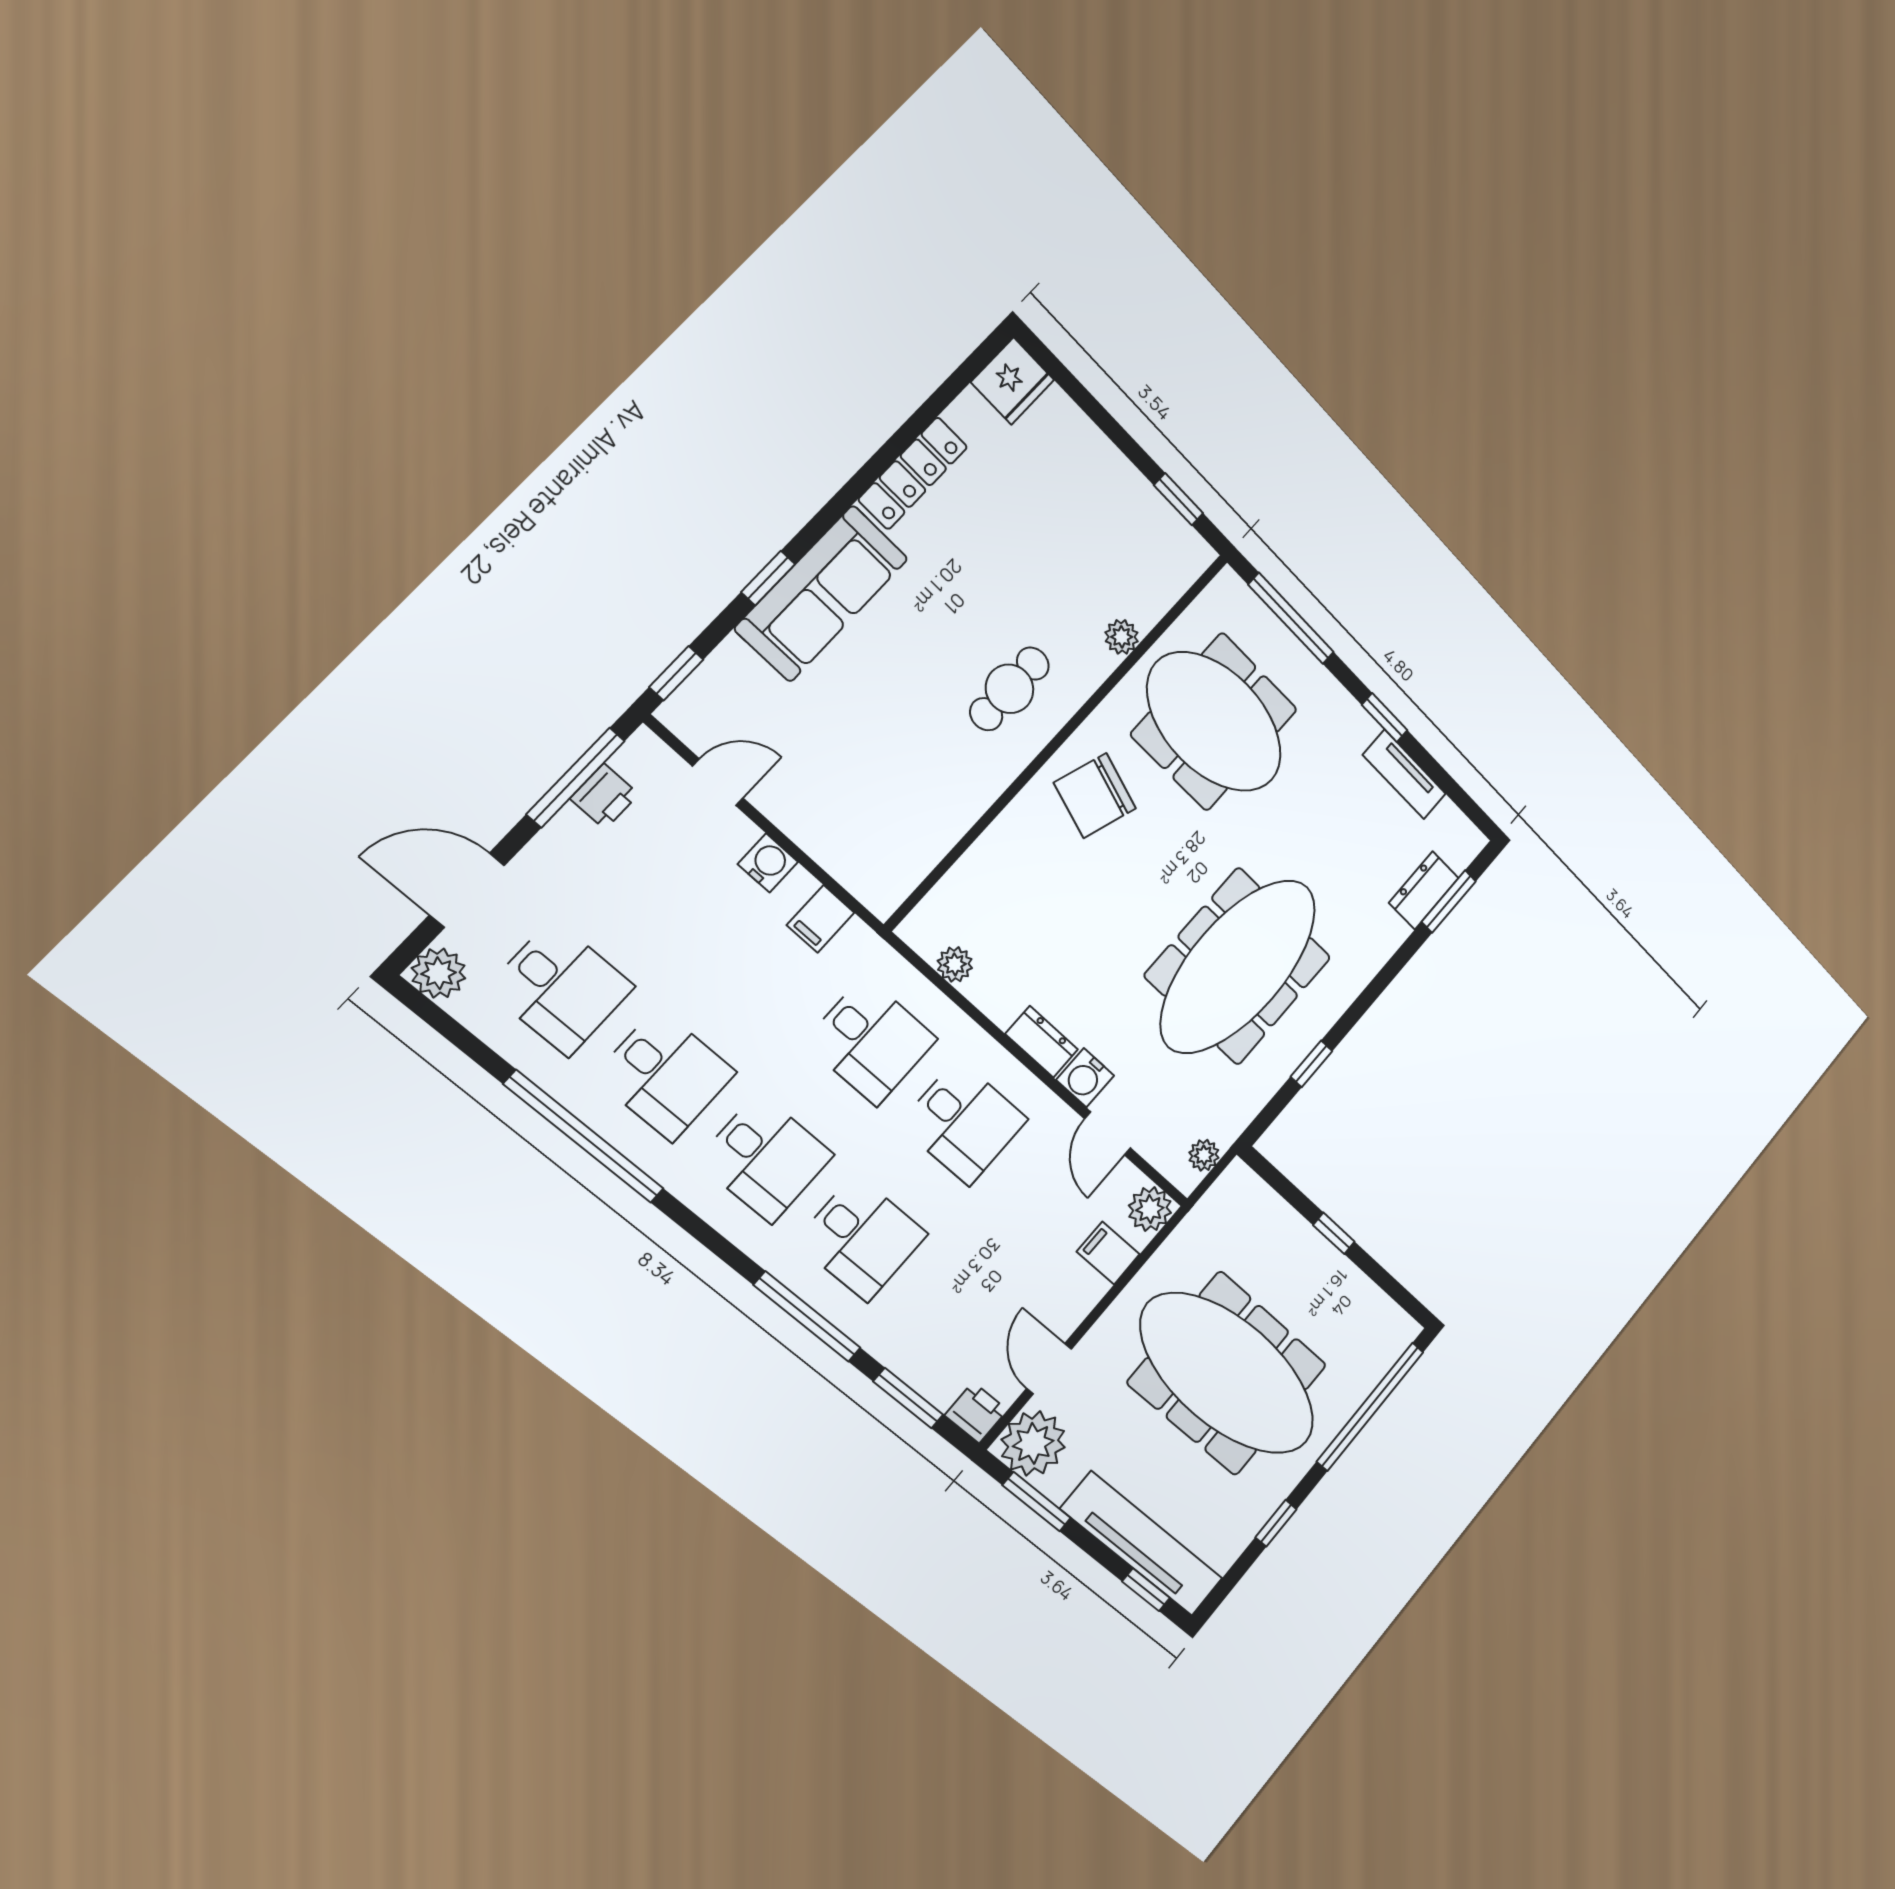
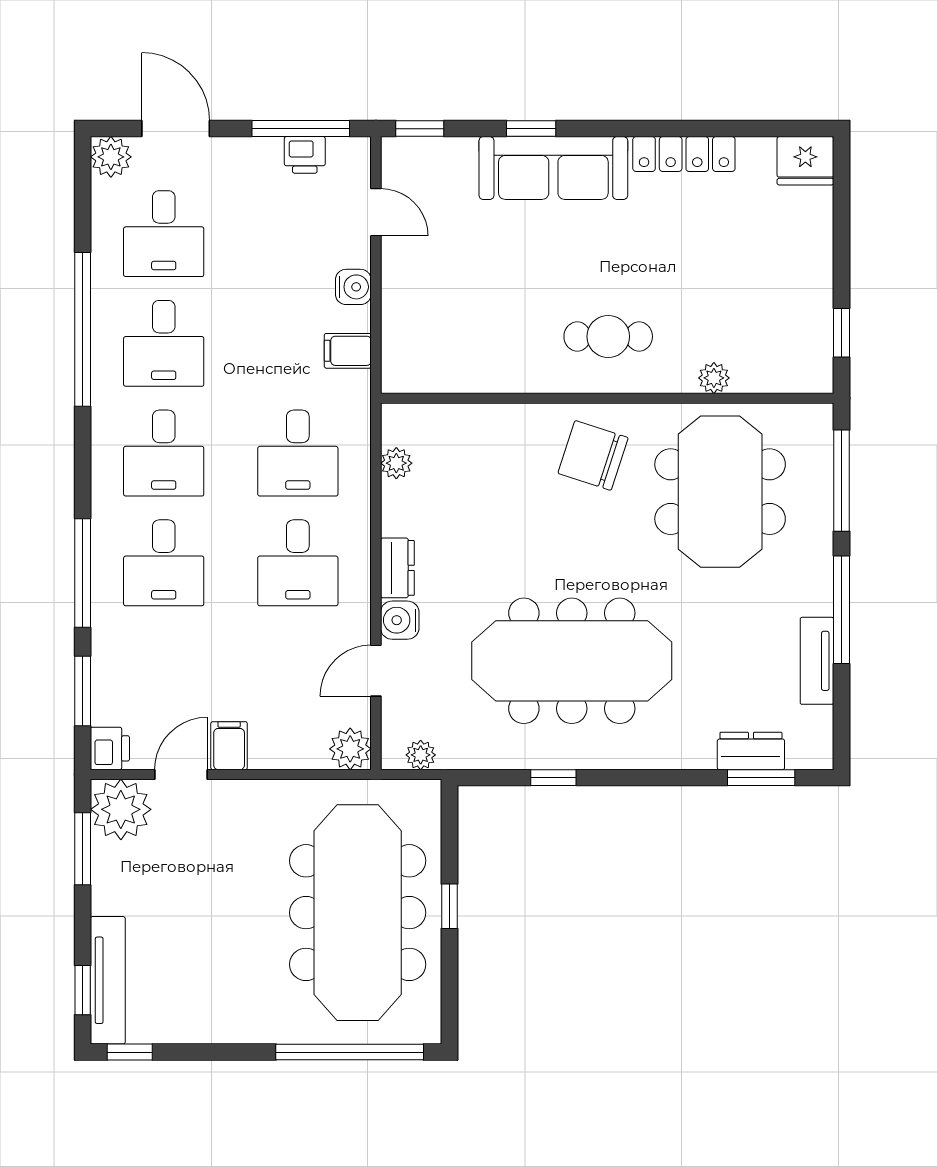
window: (1385, 718) -> (841, 610), width x2.17
filing cabinet: (1108, 1253) -> (229, 746), moved
meeting table: (1228, 1374) -> (358, 913), moved
window: (1276, 1523) -> (130, 1052), moved
tv unit: (1142, 1544) -> (108, 980), width x0.73, depth x0.78

